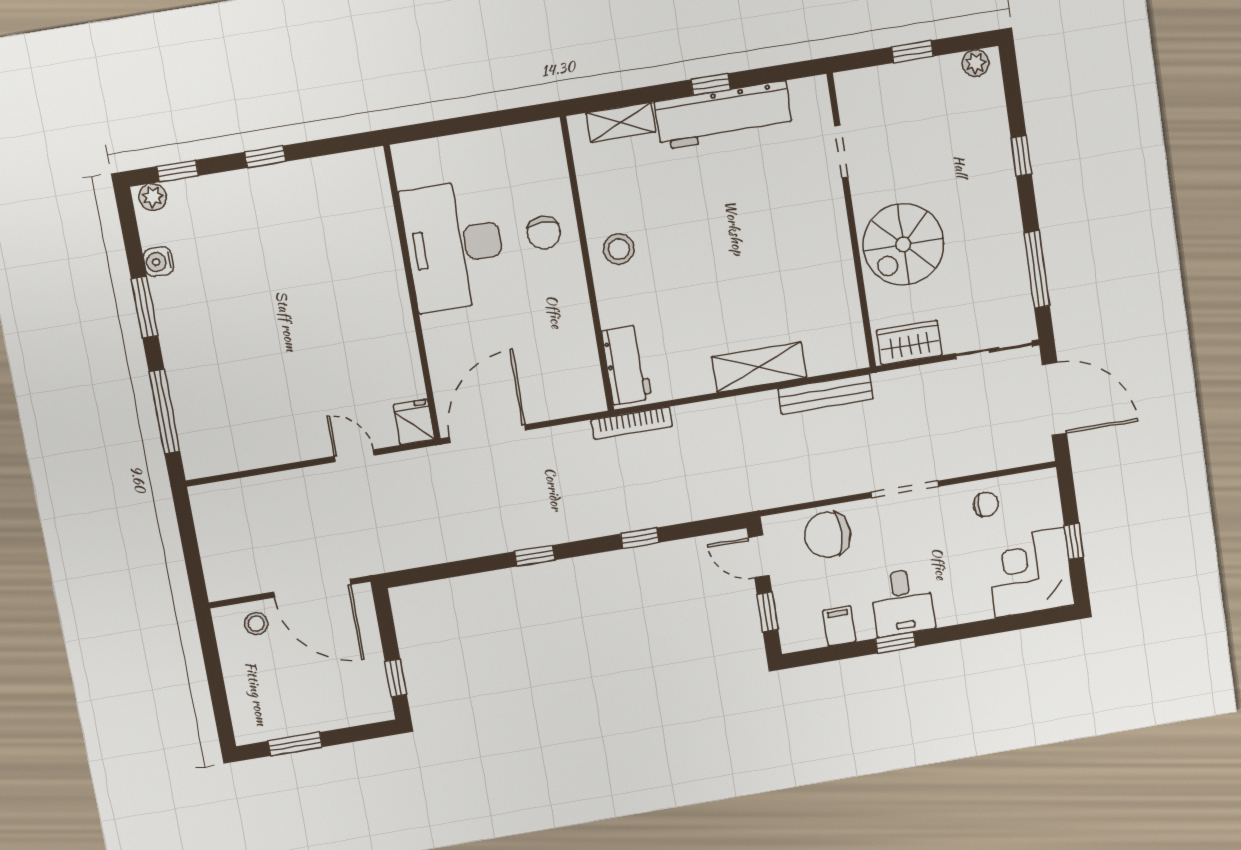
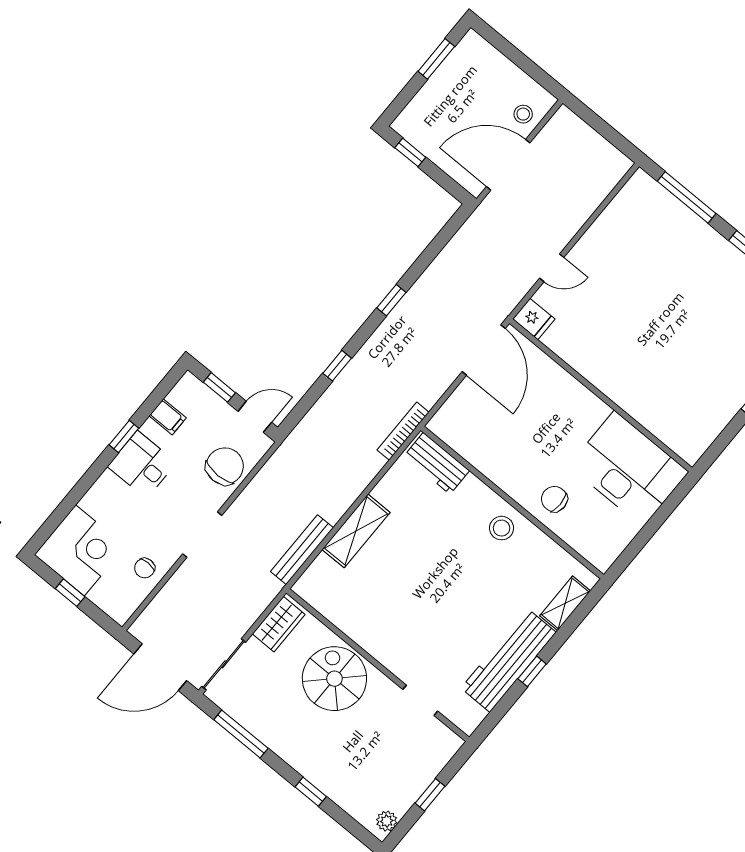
desk: (454, 246) -> (629, 469), moved

